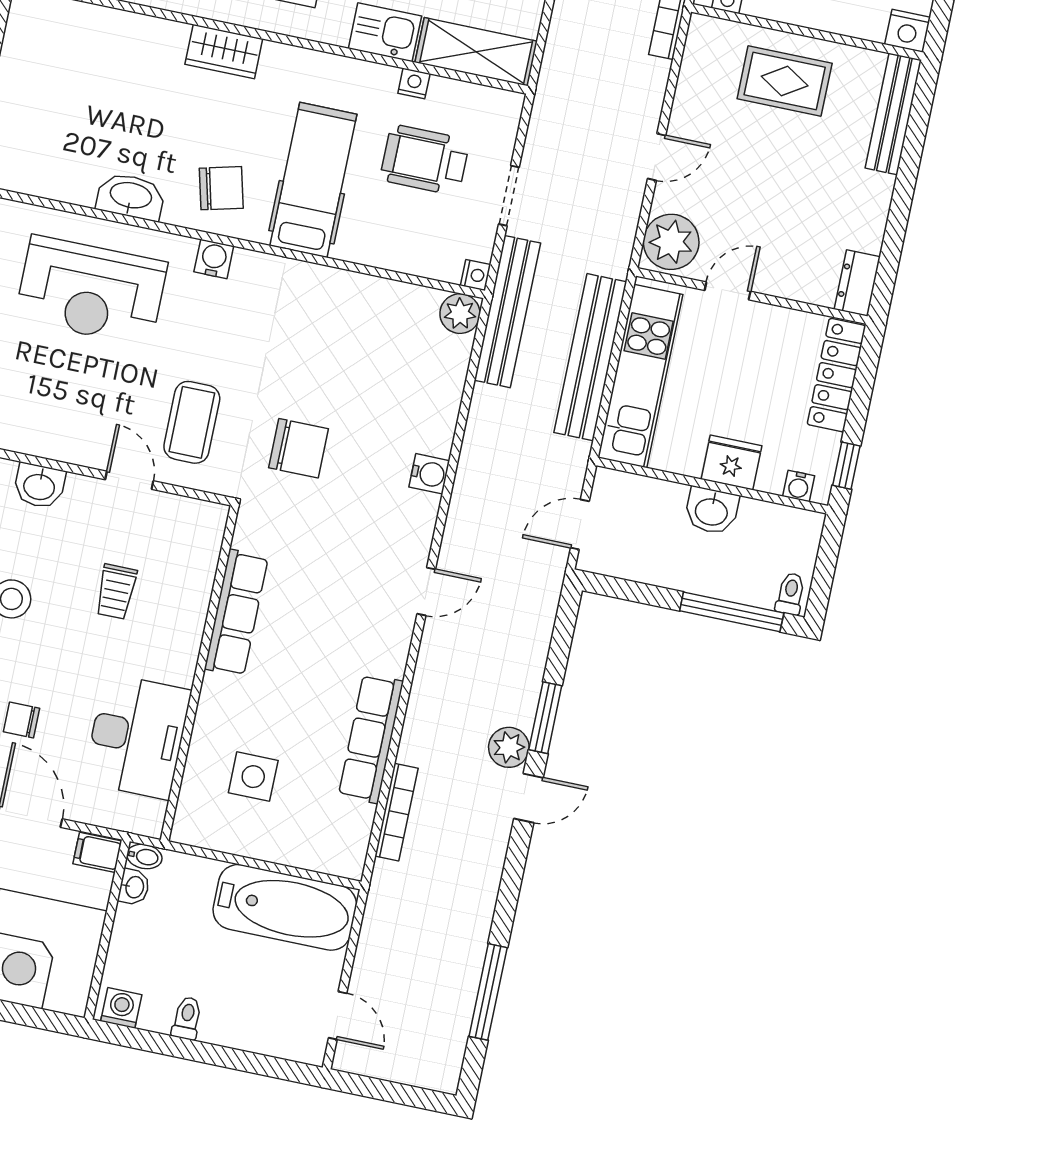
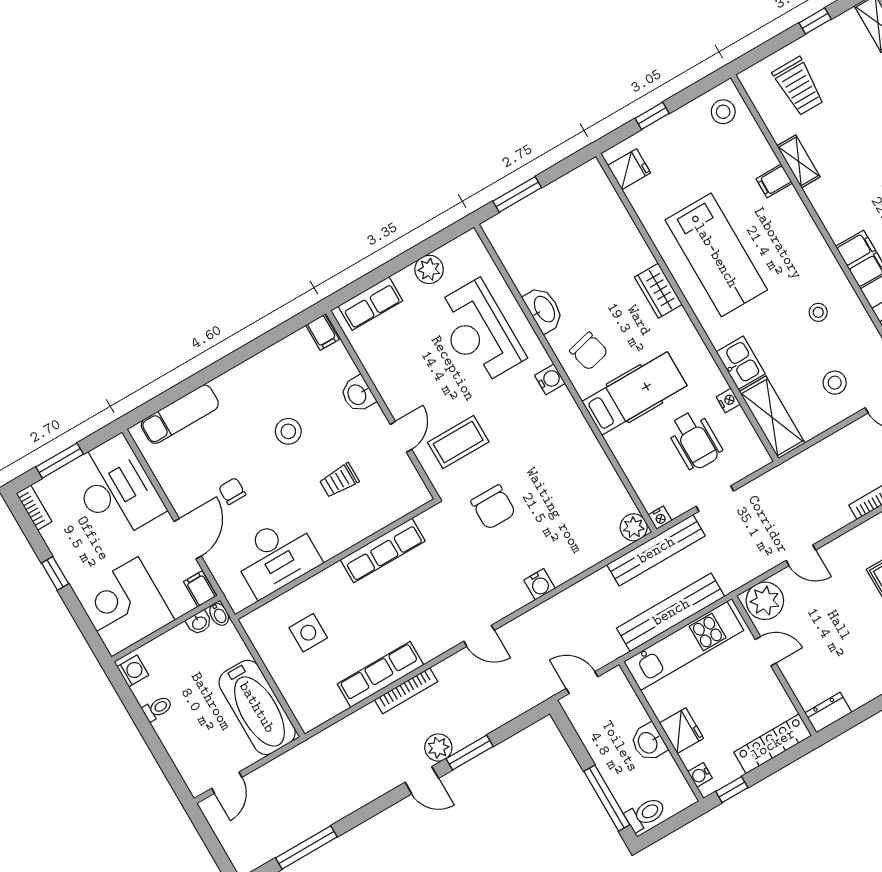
wheelchair: (425, 160) -> (695, 440), turned 180
toilet: (790, 594) -> (645, 814), width x1.37, depth x1.39
bookcase: (396, 812) -> (406, 691), moved

